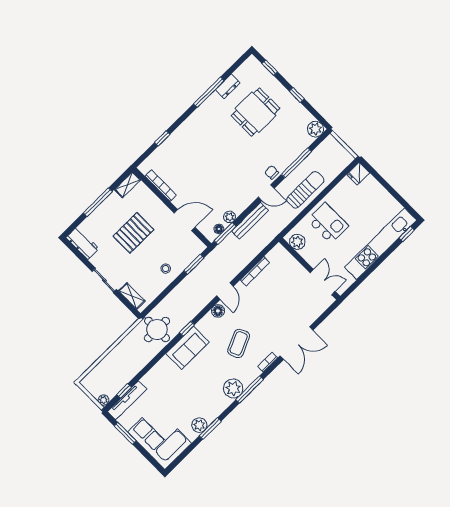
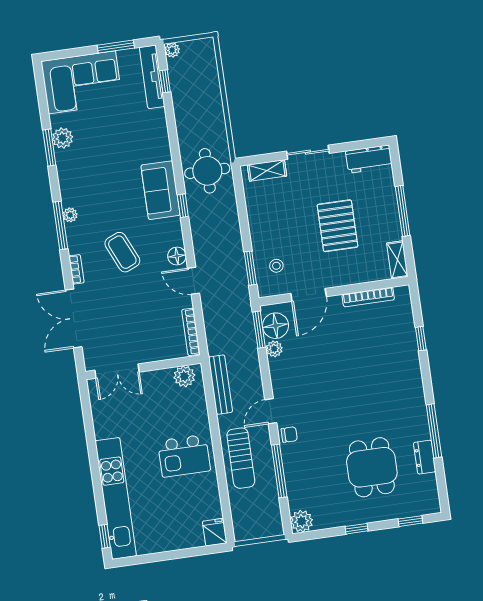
bench: (250, 221) -> (220, 385), moved
floor lamp: (219, 229) -> (275, 326), width x1.89, depth x1.89
plant: (297, 242) -> (184, 376), moved
stool: (166, 269) -> (276, 266), moved
wall: (310, 269) -> (143, 367), moved
double door: (323, 282) -> (117, 371), moved
plant: (233, 388) -> (70, 215), width x0.53, depth x0.53

